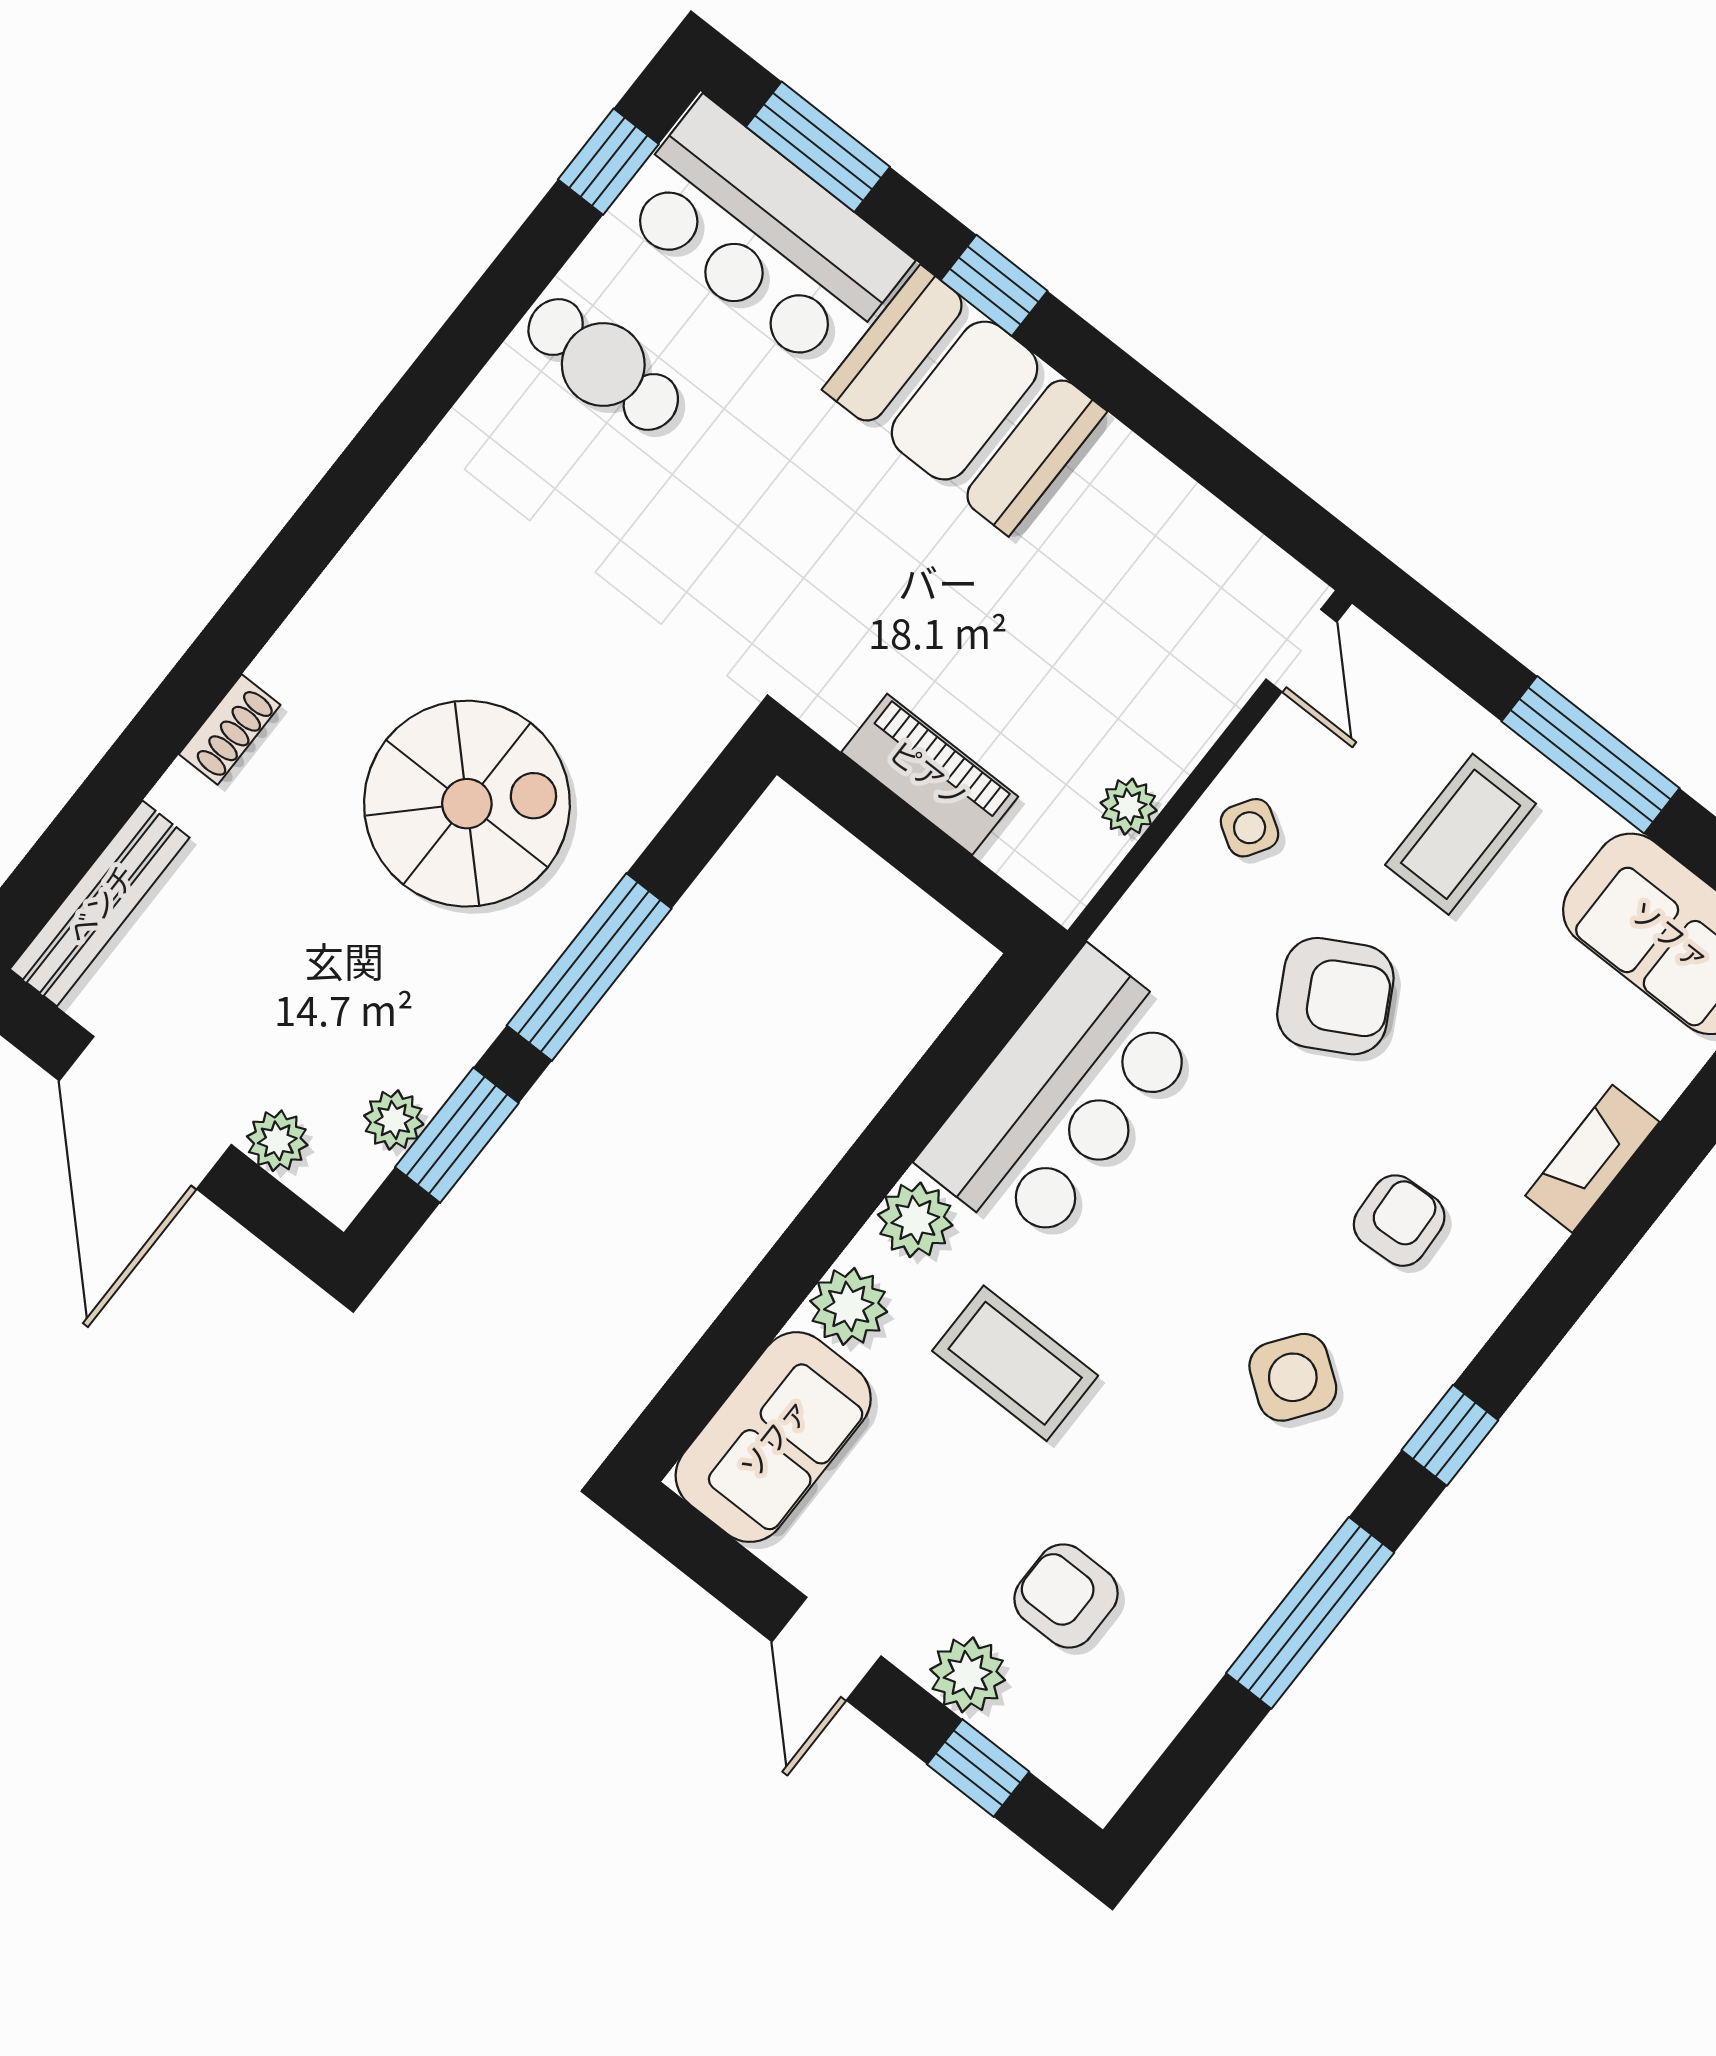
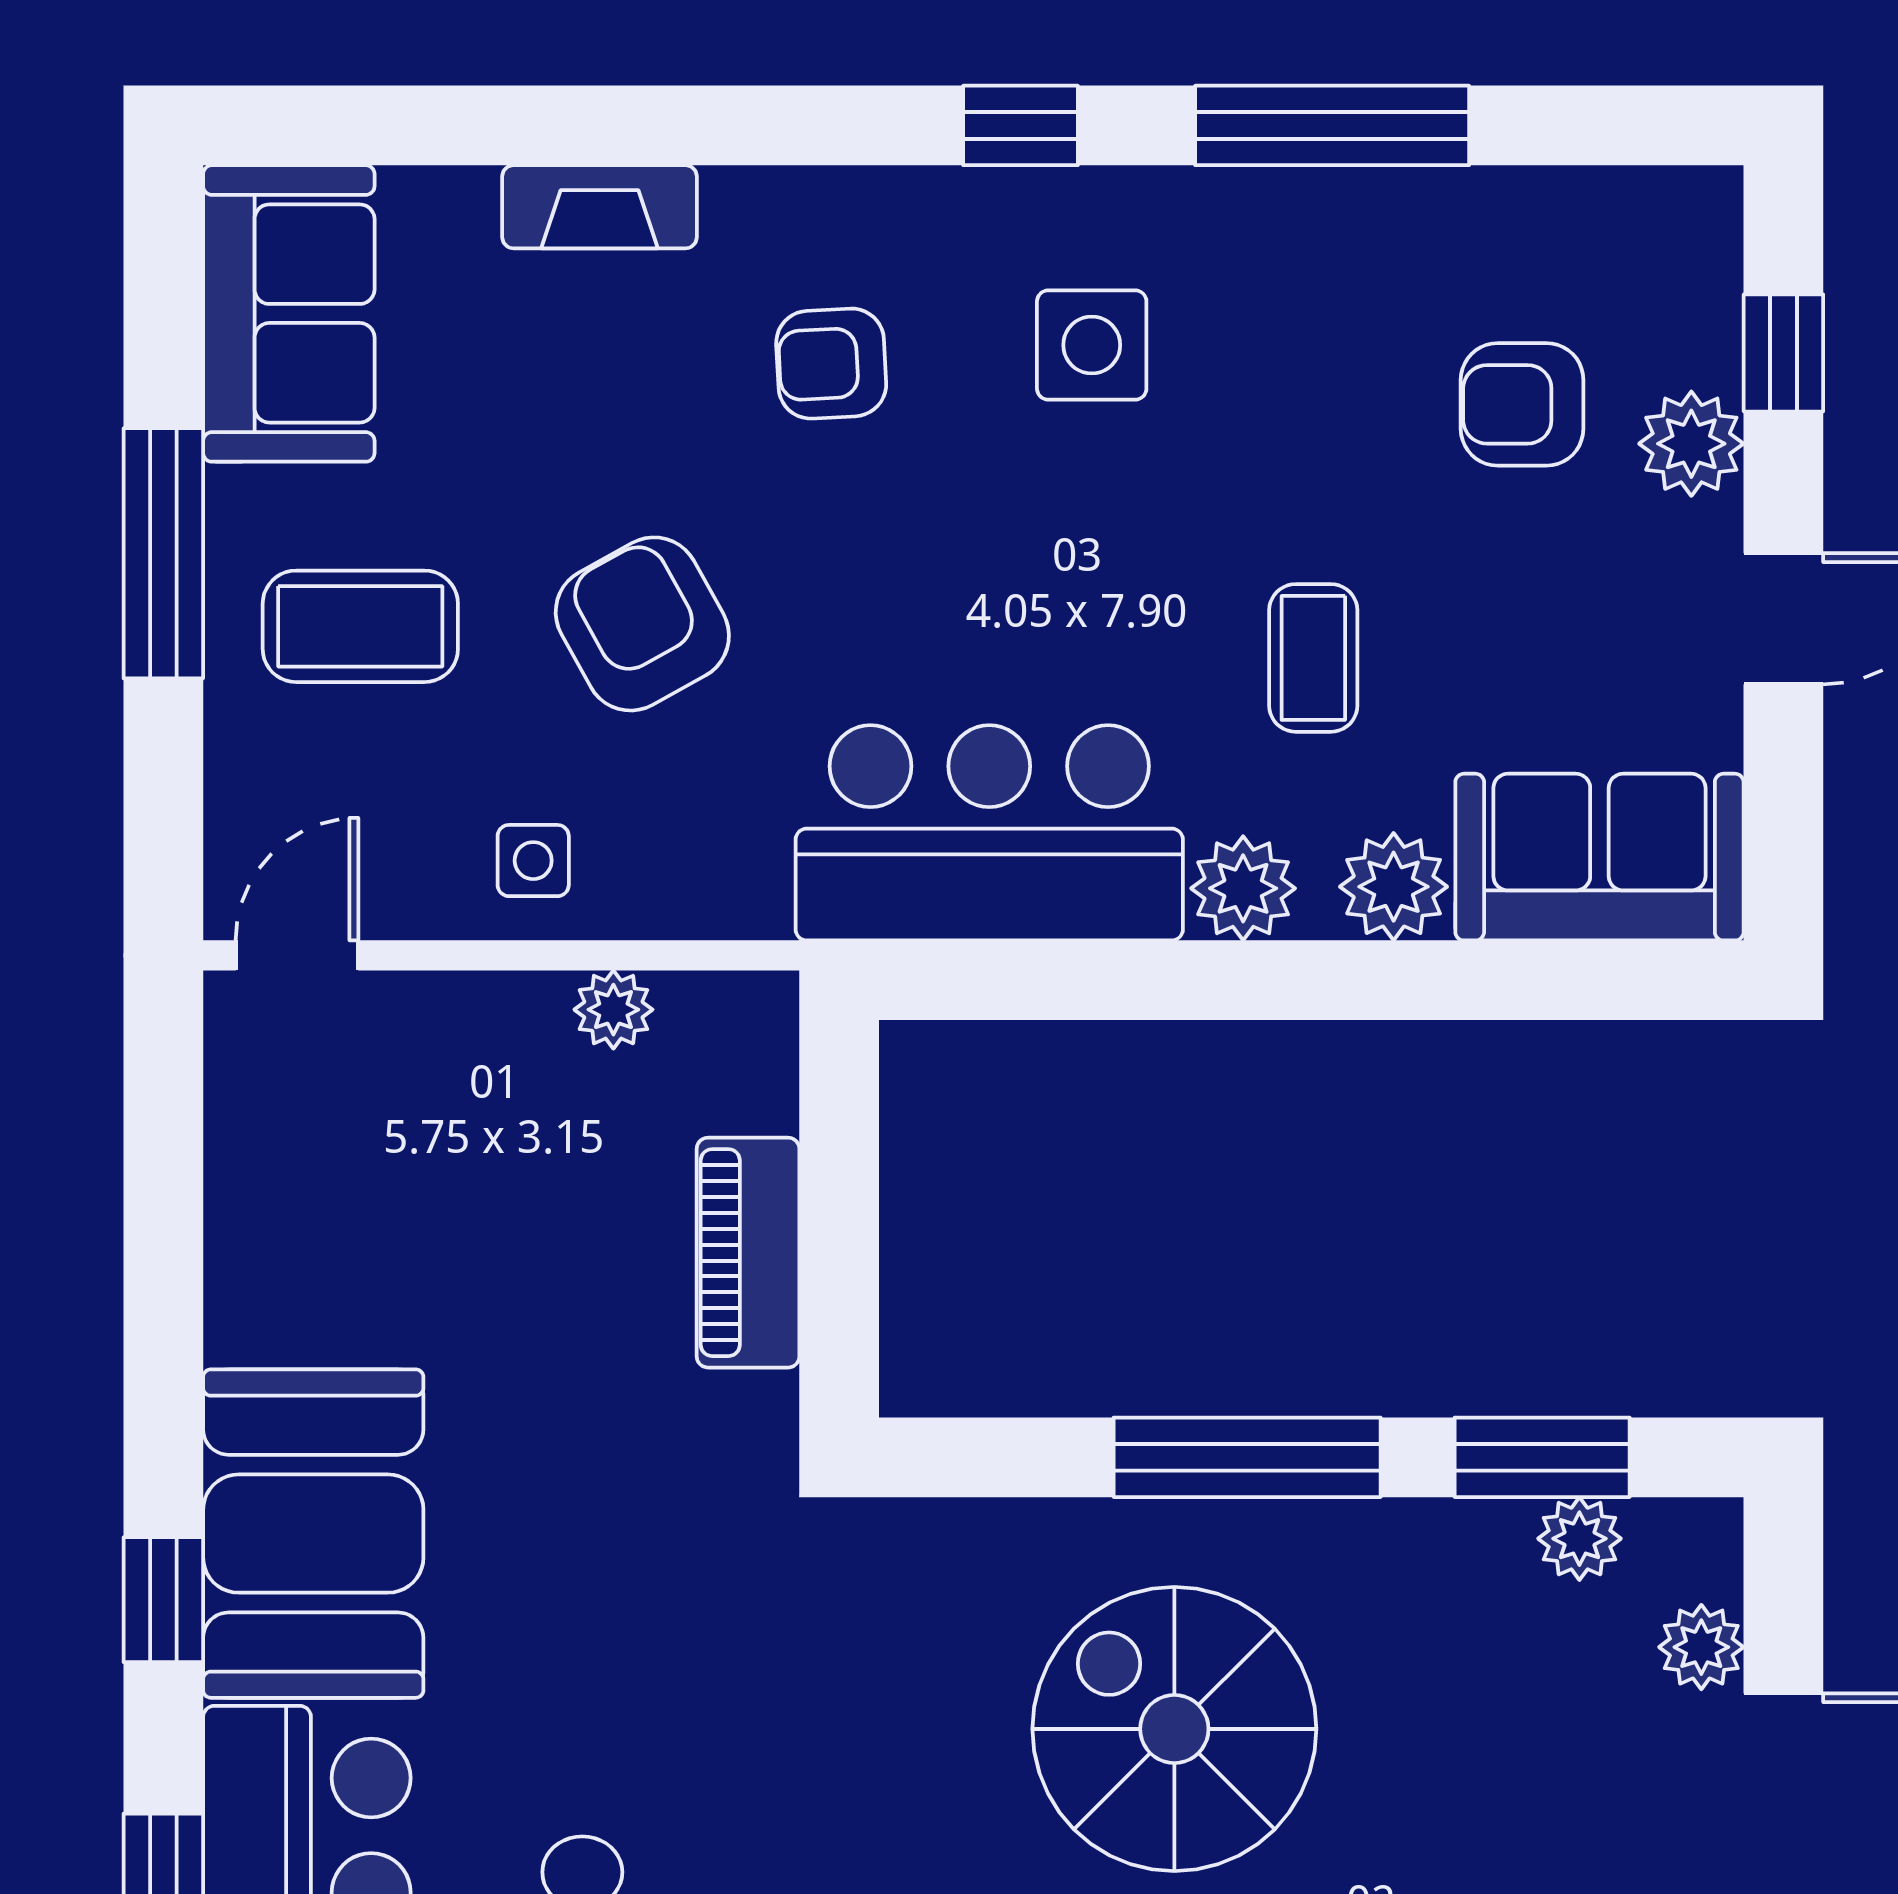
side table: (1250, 828) -> (533, 861), turned -32
coffee table: (1015, 1363) -> (1313, 658), width x0.73, depth x0.77
side table: (1293, 1377) -> (1092, 345), turned -36
armchair: (1066, 1596) -> (1522, 404), turned 90

